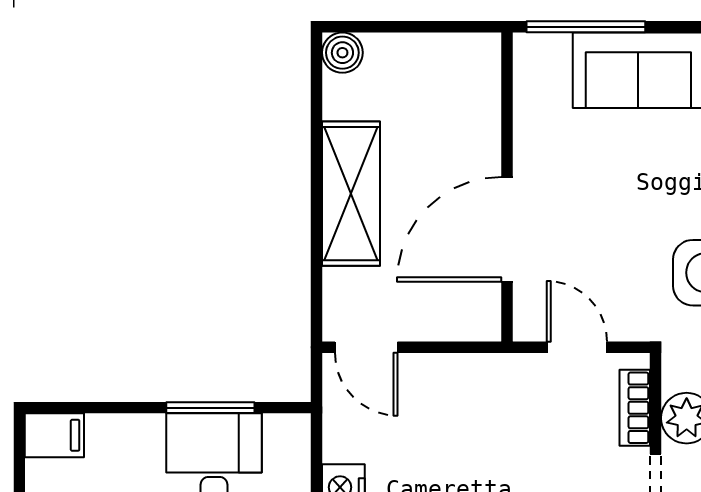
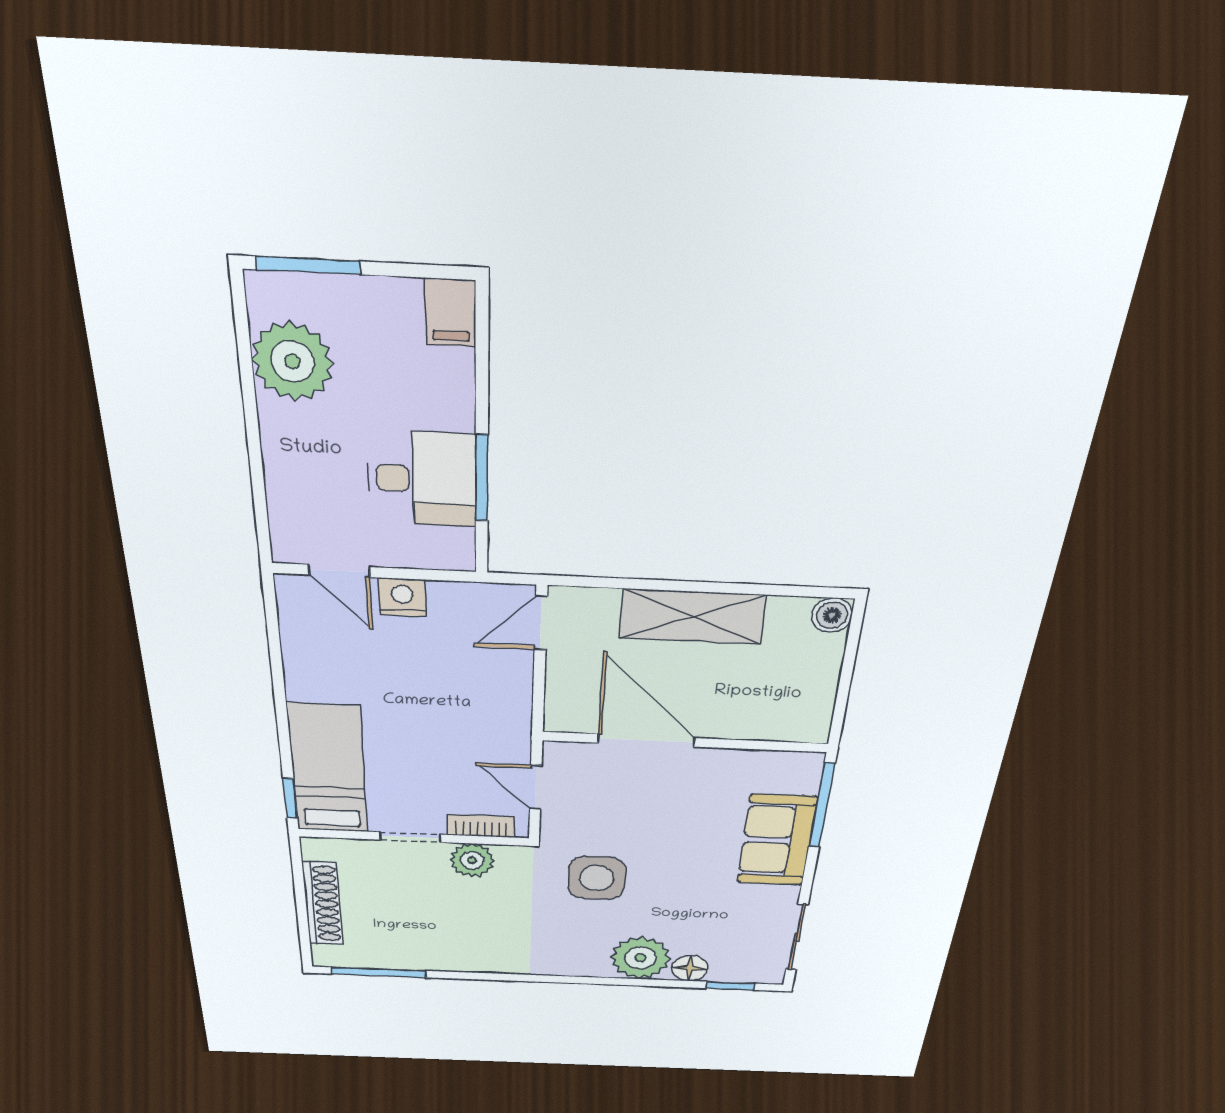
door: (577, 347) -> (536, 787), swing flipped

